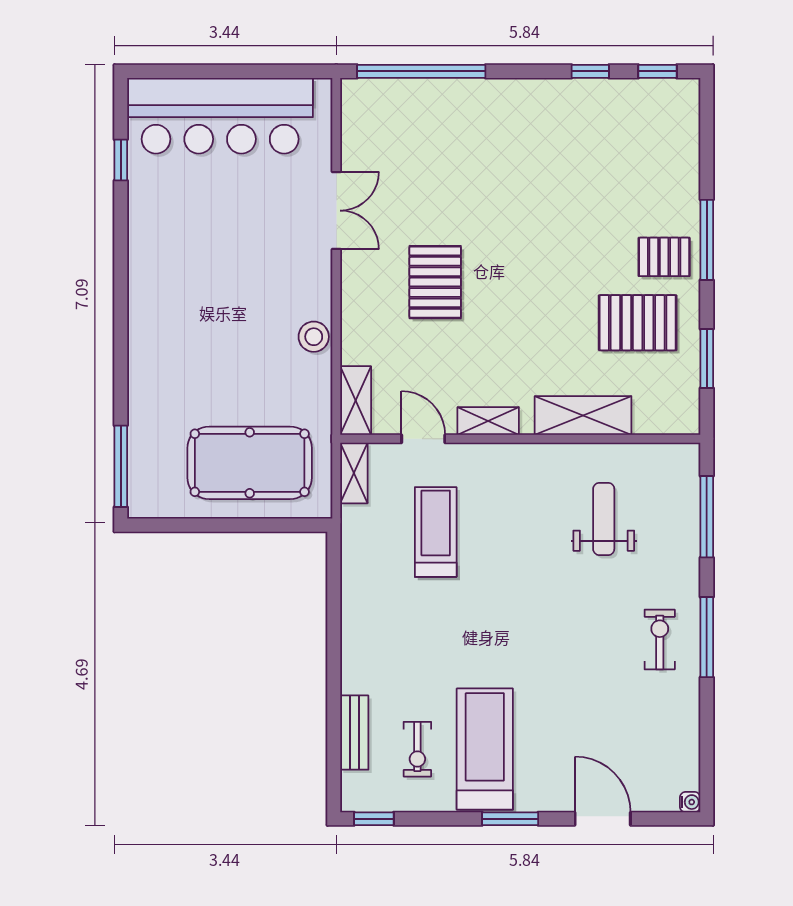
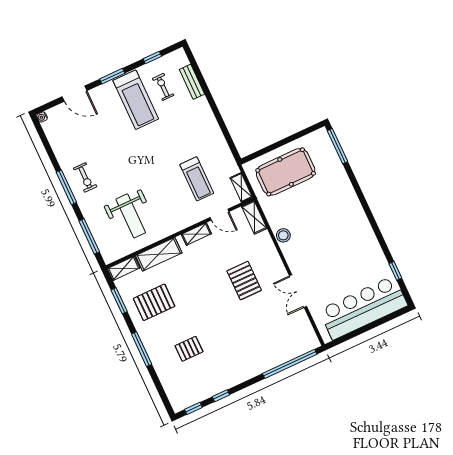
pallet: (664, 257) -> (189, 349), moved
shelving: (667, 420) -> (124, 268), added
weight bench: (604, 519) -> (131, 216), width x1.36, depth x1.33
window: (374, 819) -> (152, 58), moved

